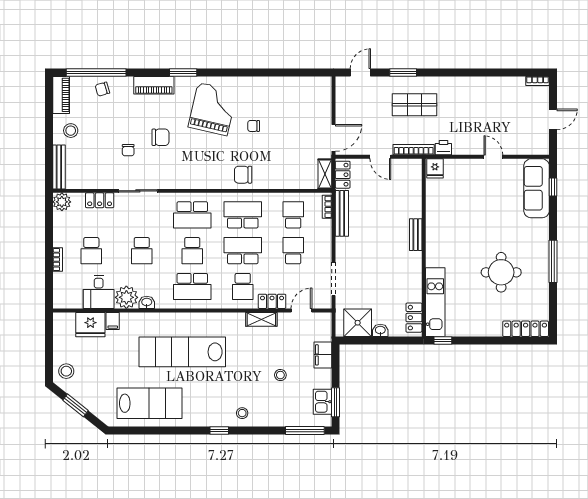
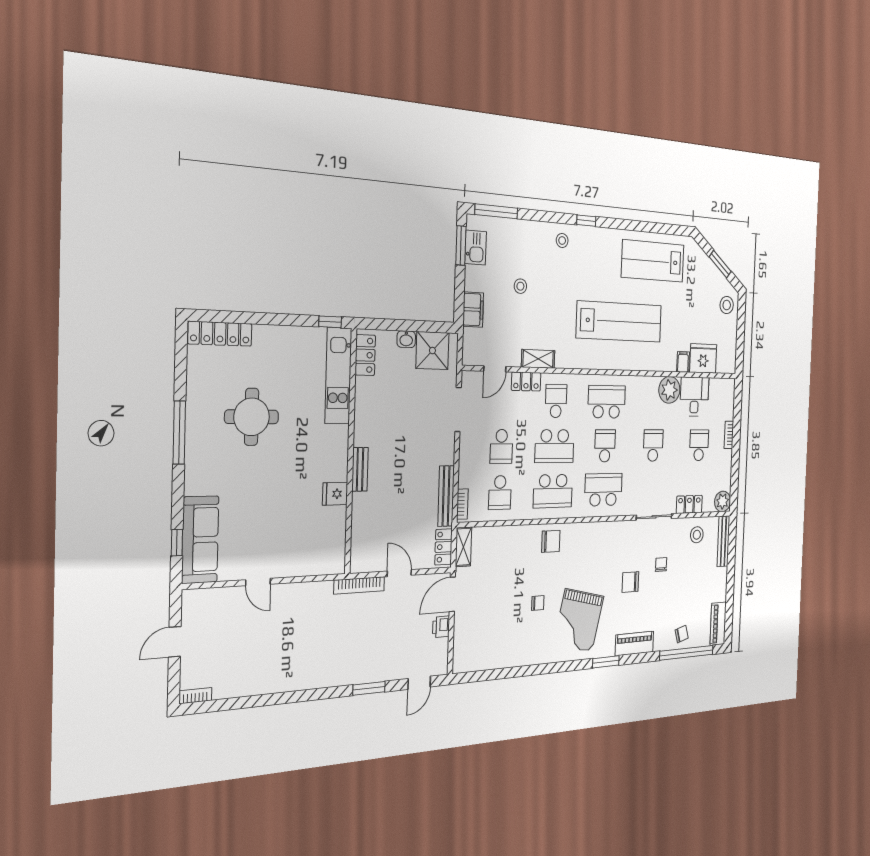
shop shelf: (415, 105) -> (356, 646), removed
stool: (71, 131) -> (697, 535), moved
printer: (443, 148) -> (441, 627), moved, turned 90
fridge: (435, 168) -> (335, 494), moved, turned -90
washbasin: (147, 302) -> (651, 383), removed

